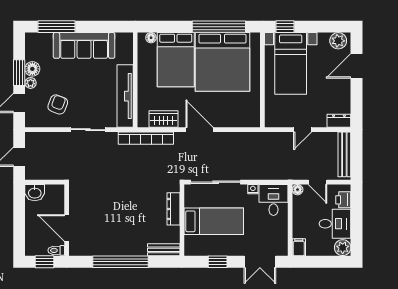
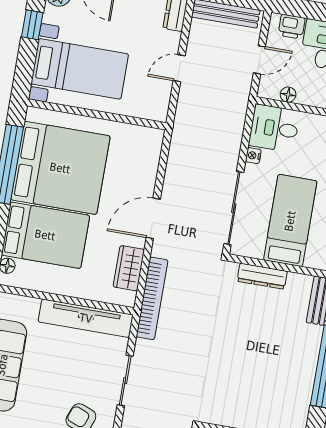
window: (285, 27) -> (32, 25), moved
door: (303, 130) -> (179, 68), swing flipped
floor lamp: (298, 190) -> (288, 95), moved

